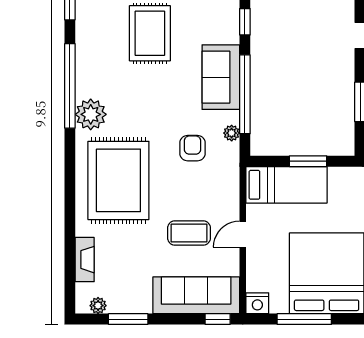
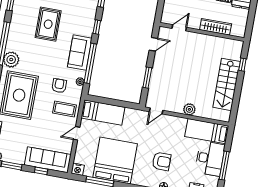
window: (308, 161) -> (116, 103), removed
coffee table: (189, 233) -> (65, 109), moved
window: (218, 319) -> (41, 171), moved

